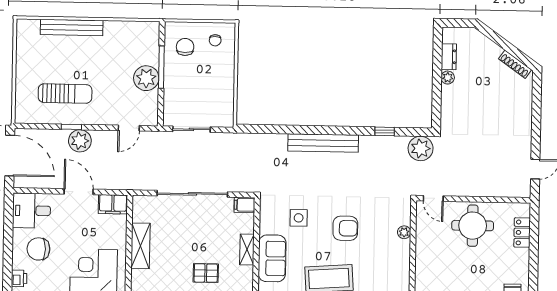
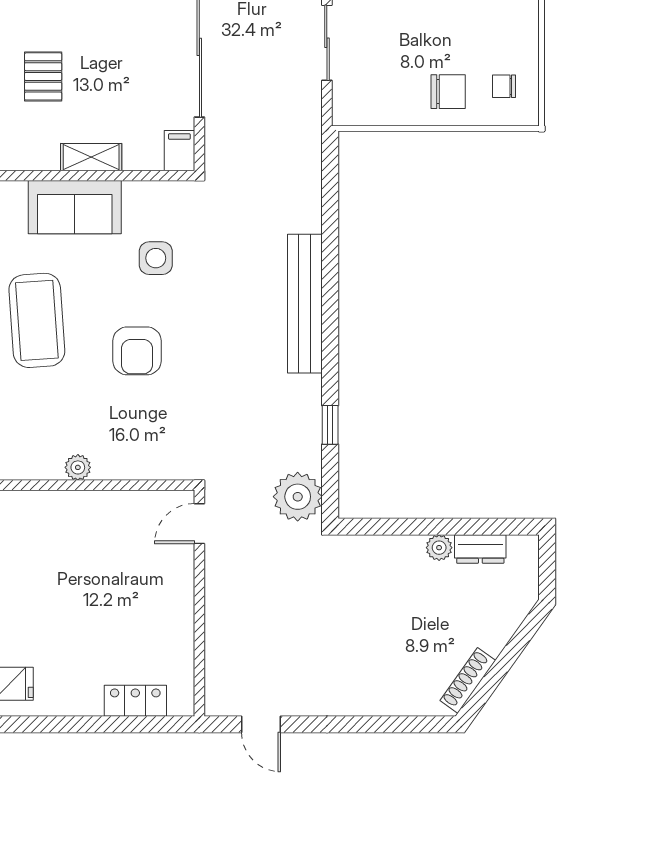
chair: (185, 47) -> (448, 92), moved
round table: (473, 226) -> (147, 603), removed
plant: (404, 232) -> (78, 467), moved

